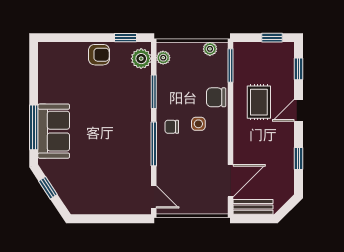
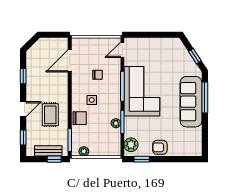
window: (272, 38) -> (54, 159), moved
plant: (163, 58) -> (116, 123), moved
chair: (172, 127) -> (98, 75), moved
sofa: (54, 131) -> (191, 102), width x1.36
corner sofa: (125, 136) -> (142, 91), added
door: (154, 197) -> (122, 50), hinge flipped
bench: (253, 207) -> (48, 151), moved

